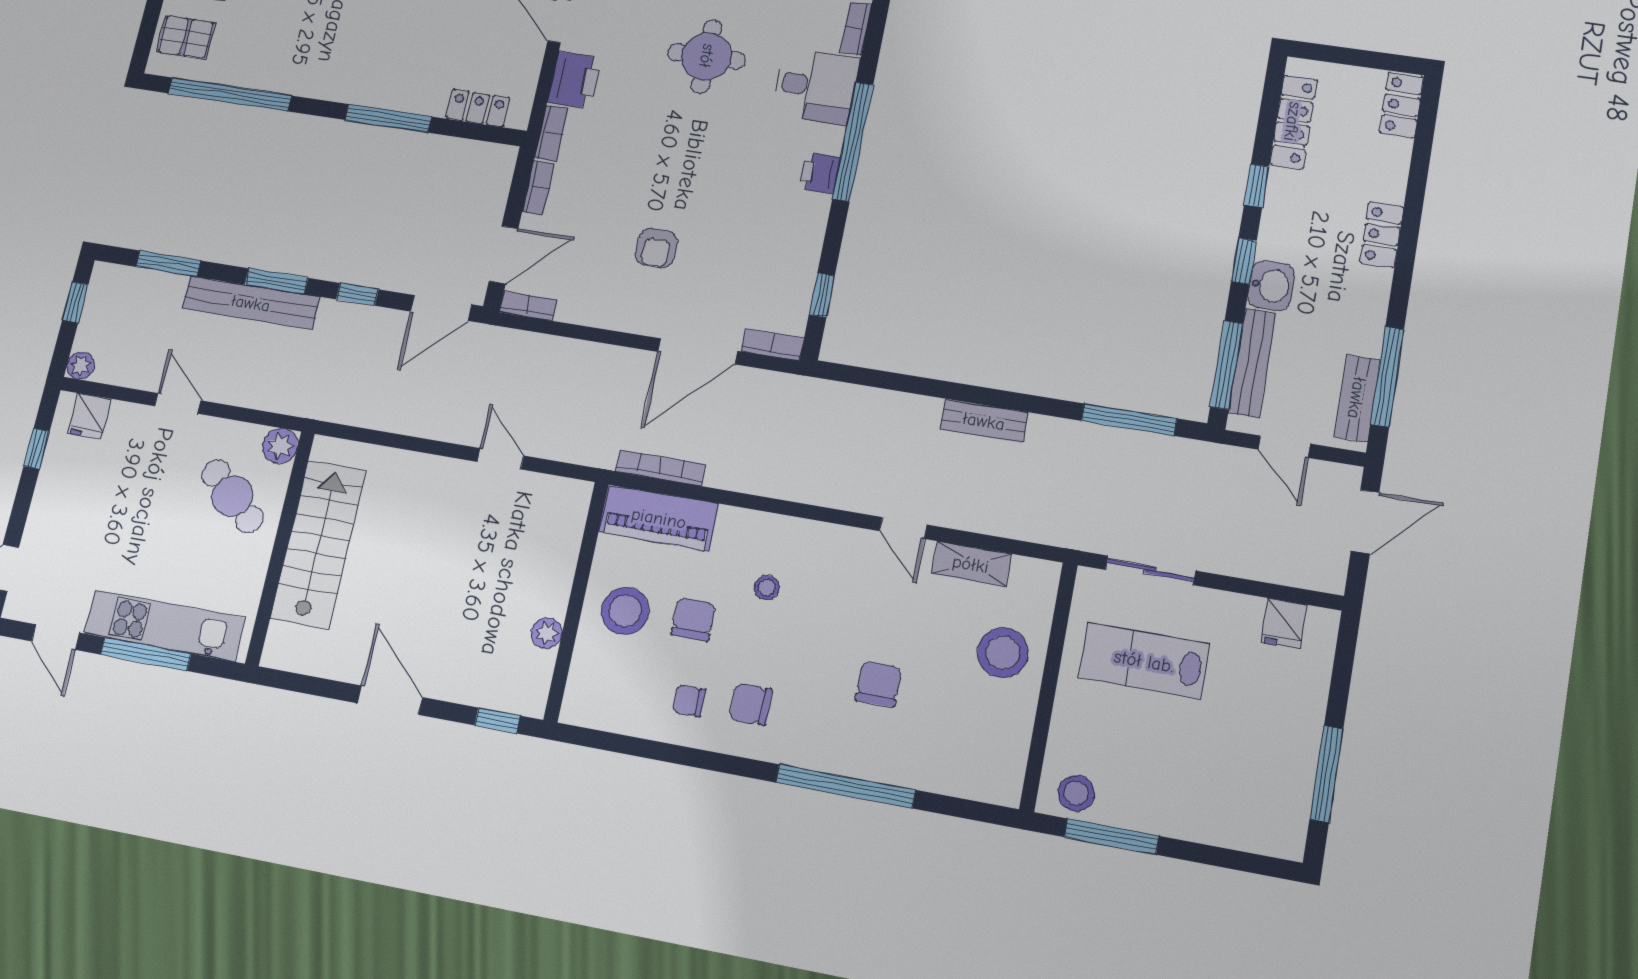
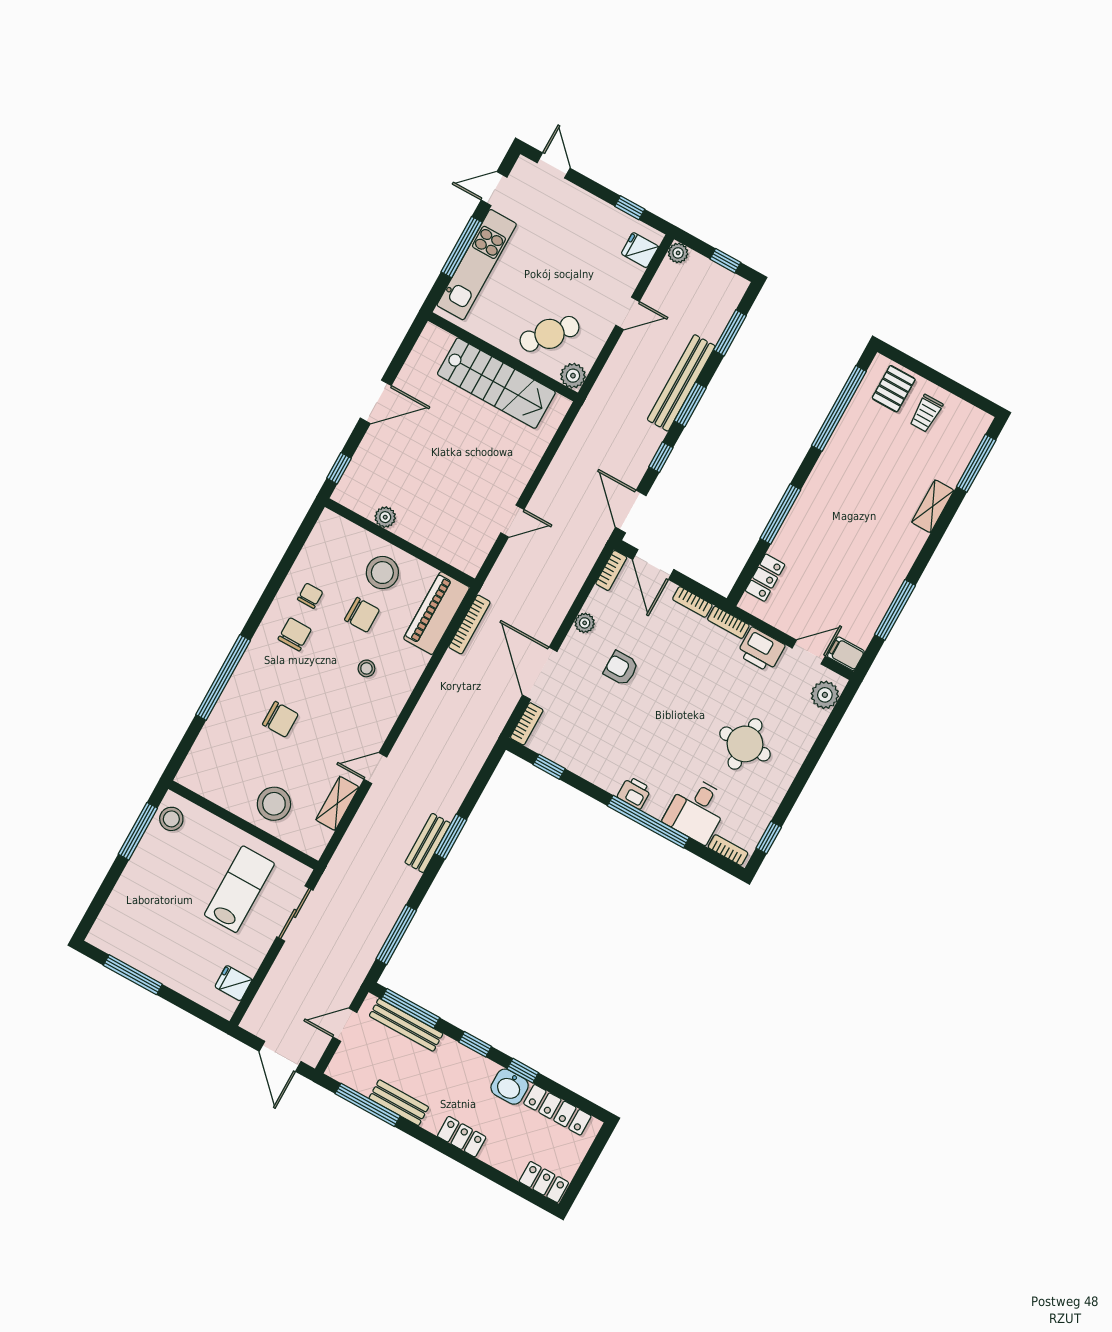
washbasin: (1271, 286) -> (510, 1087), moved
plant: (610, 316) -> (585, 623), added
window: (964, 393) -> (451, 837), added
bench: (1357, 398) -> (399, 1103), moved

